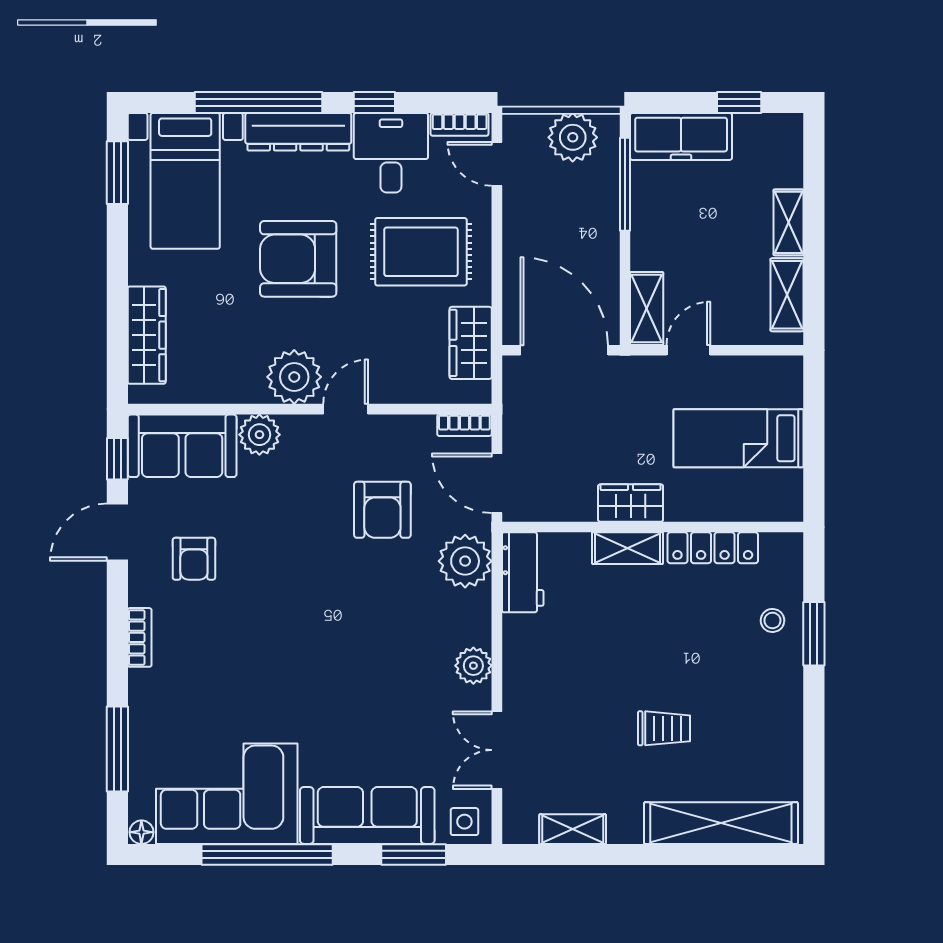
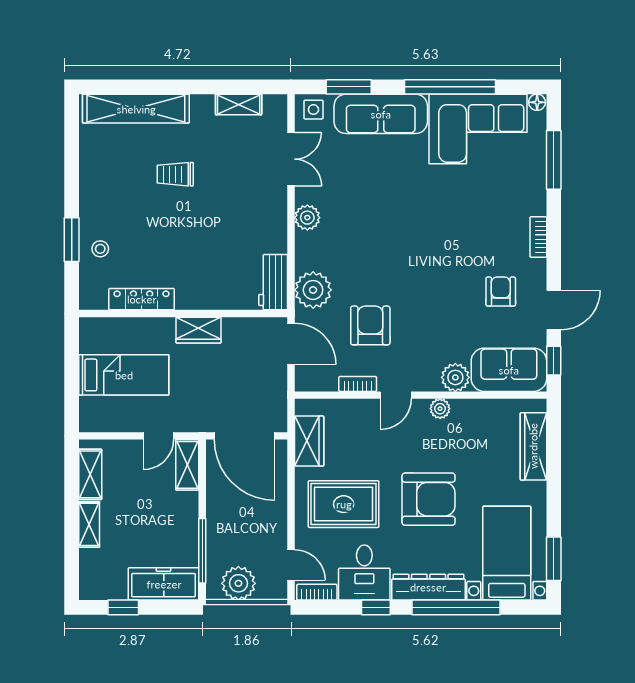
plant: (294, 377) -> (440, 409), width x0.53, depth x0.53
bookcase: (464, 425) -> (358, 384), moved
shelving: (628, 548) -> (201, 299), removed

